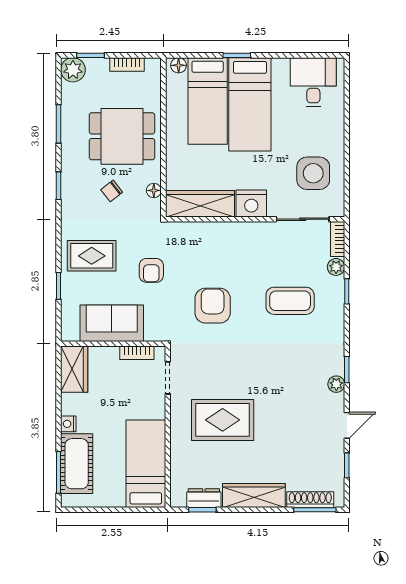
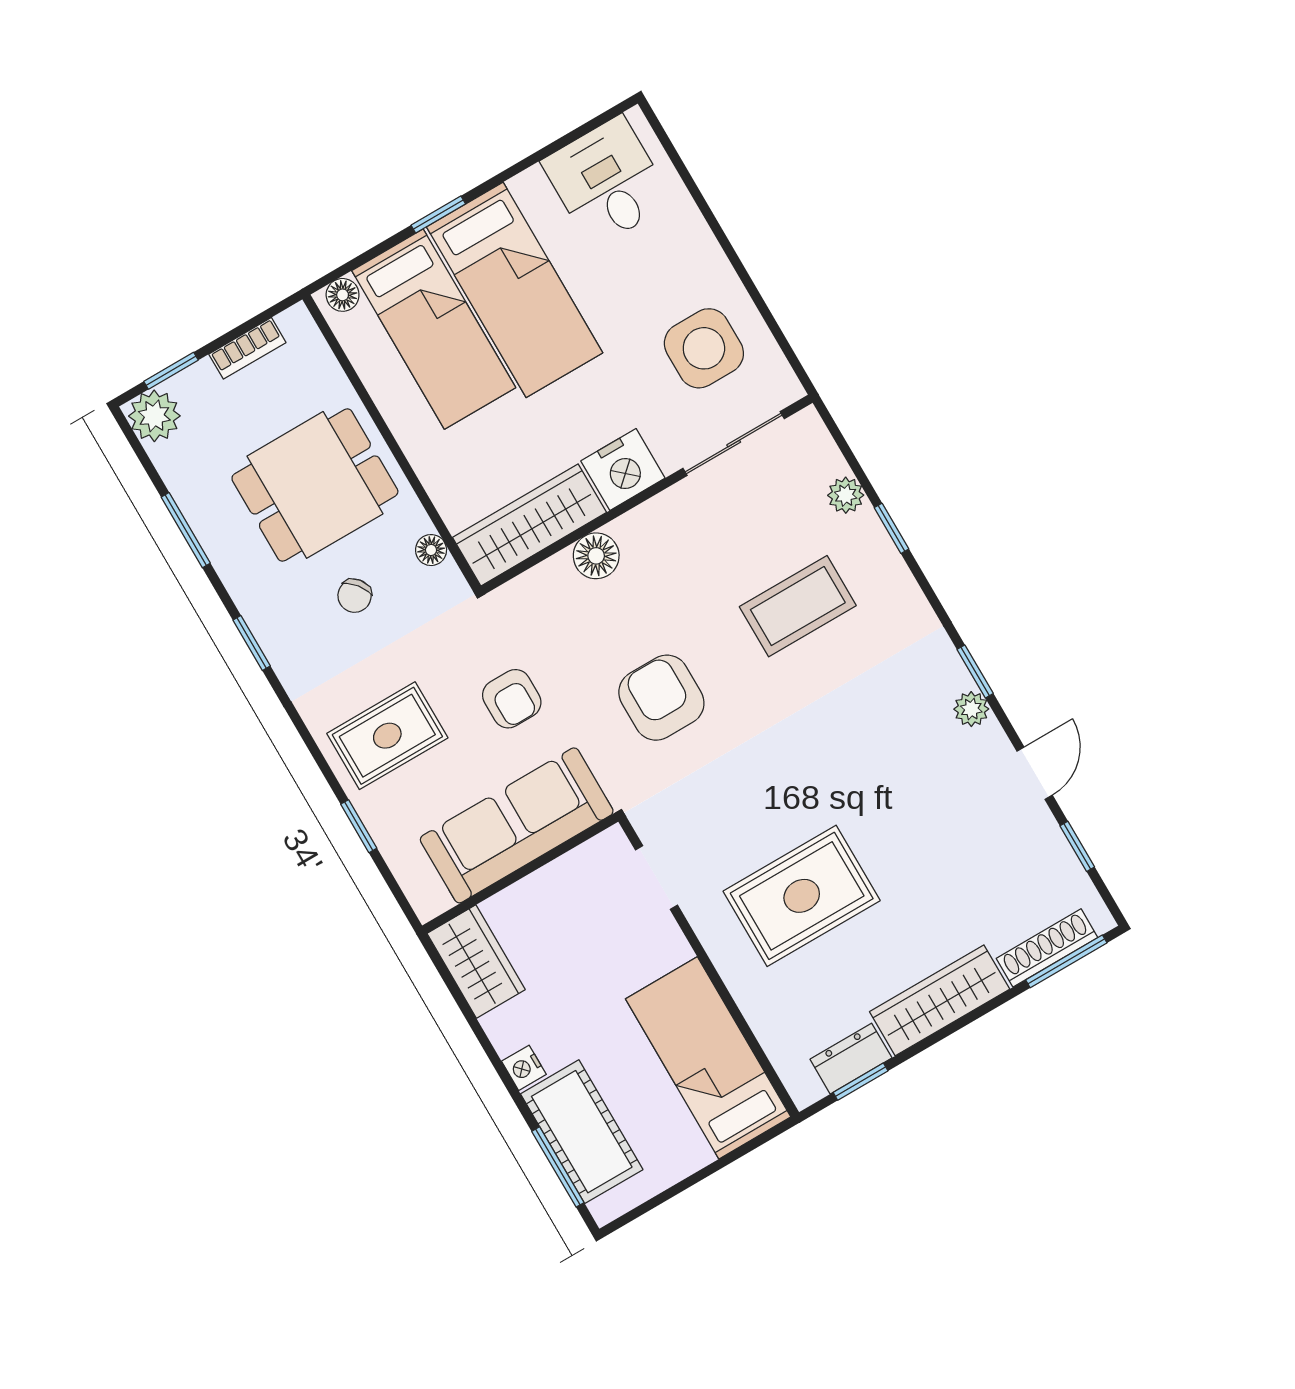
floor lamp: (220, 232) -> (596, 556), added
bookcase: (338, 239) -> (819, 442), removed
sofa: (112, 323) -> (517, 825), width x1.36
bookcase: (137, 353) -> (573, 865), removed

